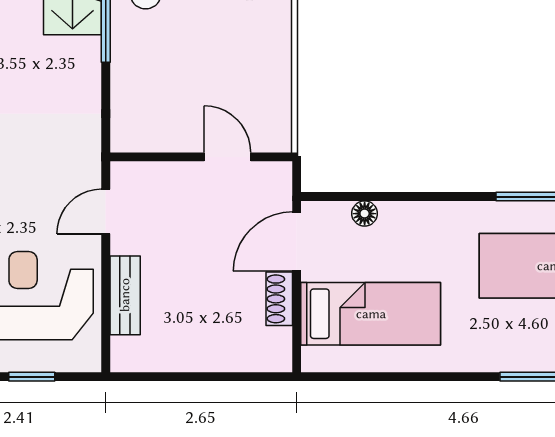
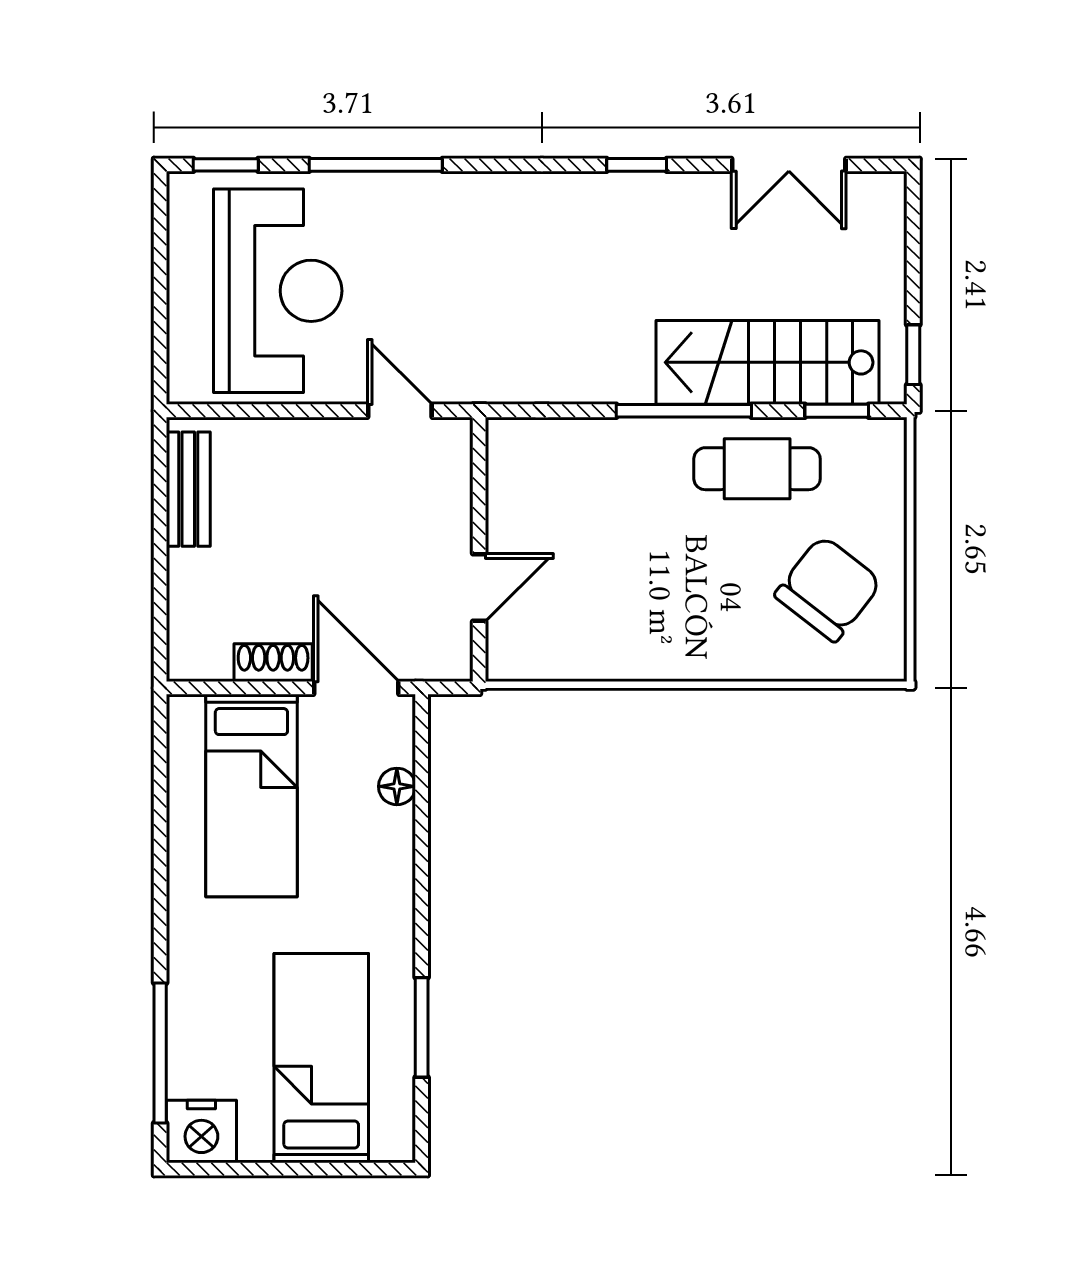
bench: (125, 295) -> (188, 489), moved, turned 90
window: (32, 377) -> (160, 303), removed

